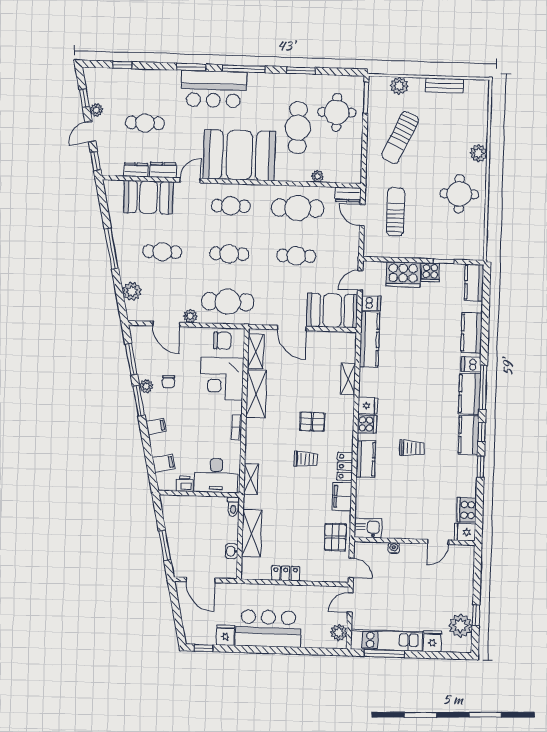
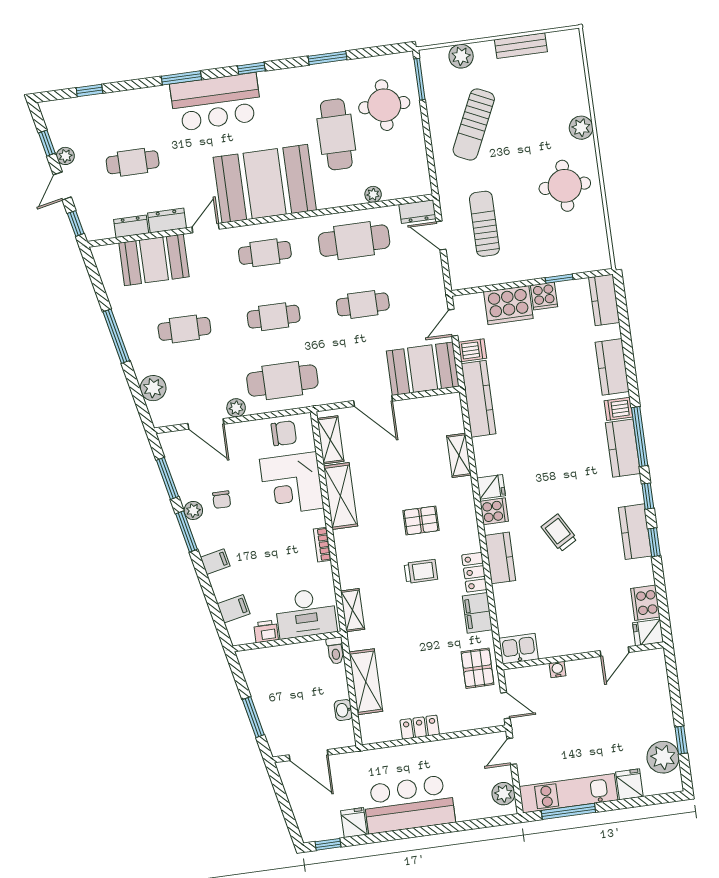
window: (244, 69) -> (251, 68), width x0.46
kitchen counter: (469, 435) -> (635, 532), moved
trolley: (412, 448) -> (559, 533), turned -120

